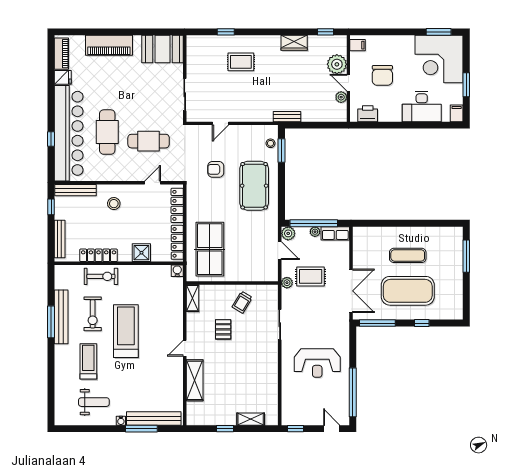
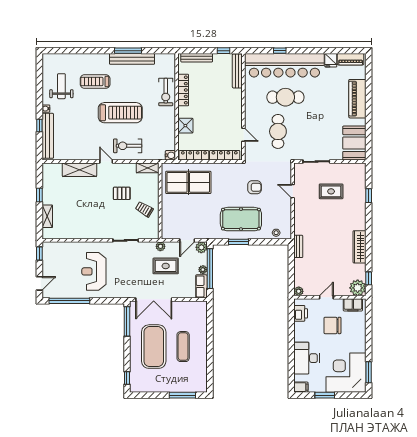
wardrobe: (294, 43) -> (360, 247), width x1.50
filing cabinet: (358, 45) -> (353, 305), width x2.00
rug: (241, 62) -> (331, 191), moved, turned 90
plant: (337, 64) -> (358, 288), moved
plant: (341, 97) -> (299, 291), moved
window: (281, 150) -> (238, 242), moved
armchair: (216, 169) -> (254, 187), turned 90
stool: (114, 204) -> (226, 103), removed
rug: (311, 276) -> (166, 266), turned 90
exercise bike: (93, 314) -> (128, 146), moved
window: (422, 323) -> (127, 378), moved
treadmill: (88, 361) -> (95, 81), turned 180
weight bench: (94, 402) -> (61, 86), turned 180
window: (141, 429) -> (39, 126), width x0.46

